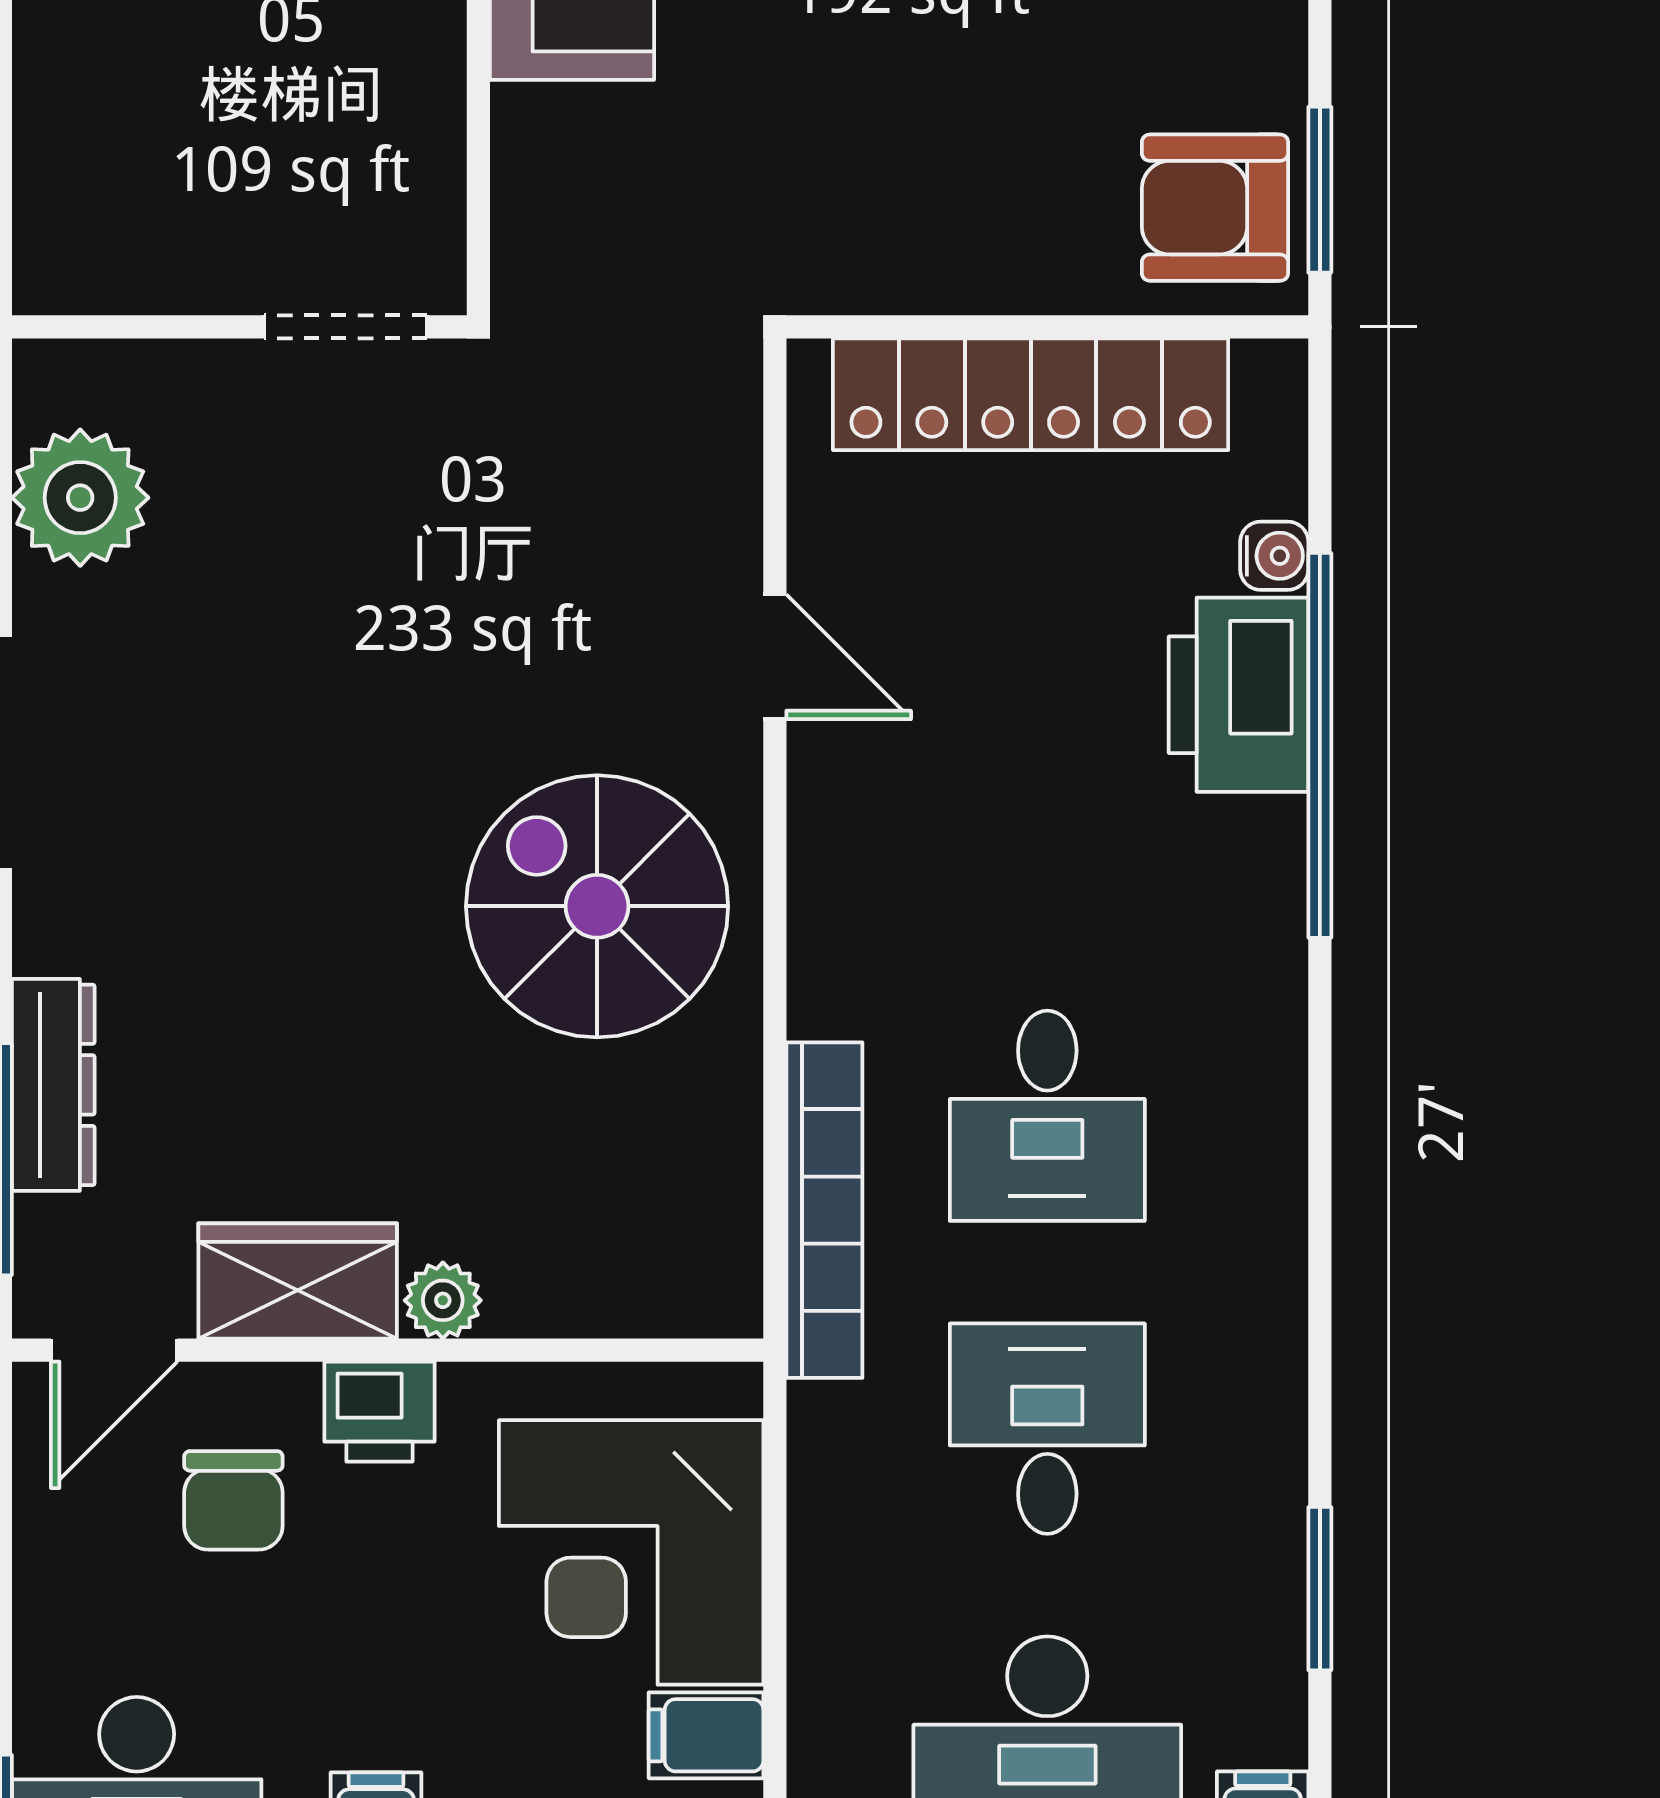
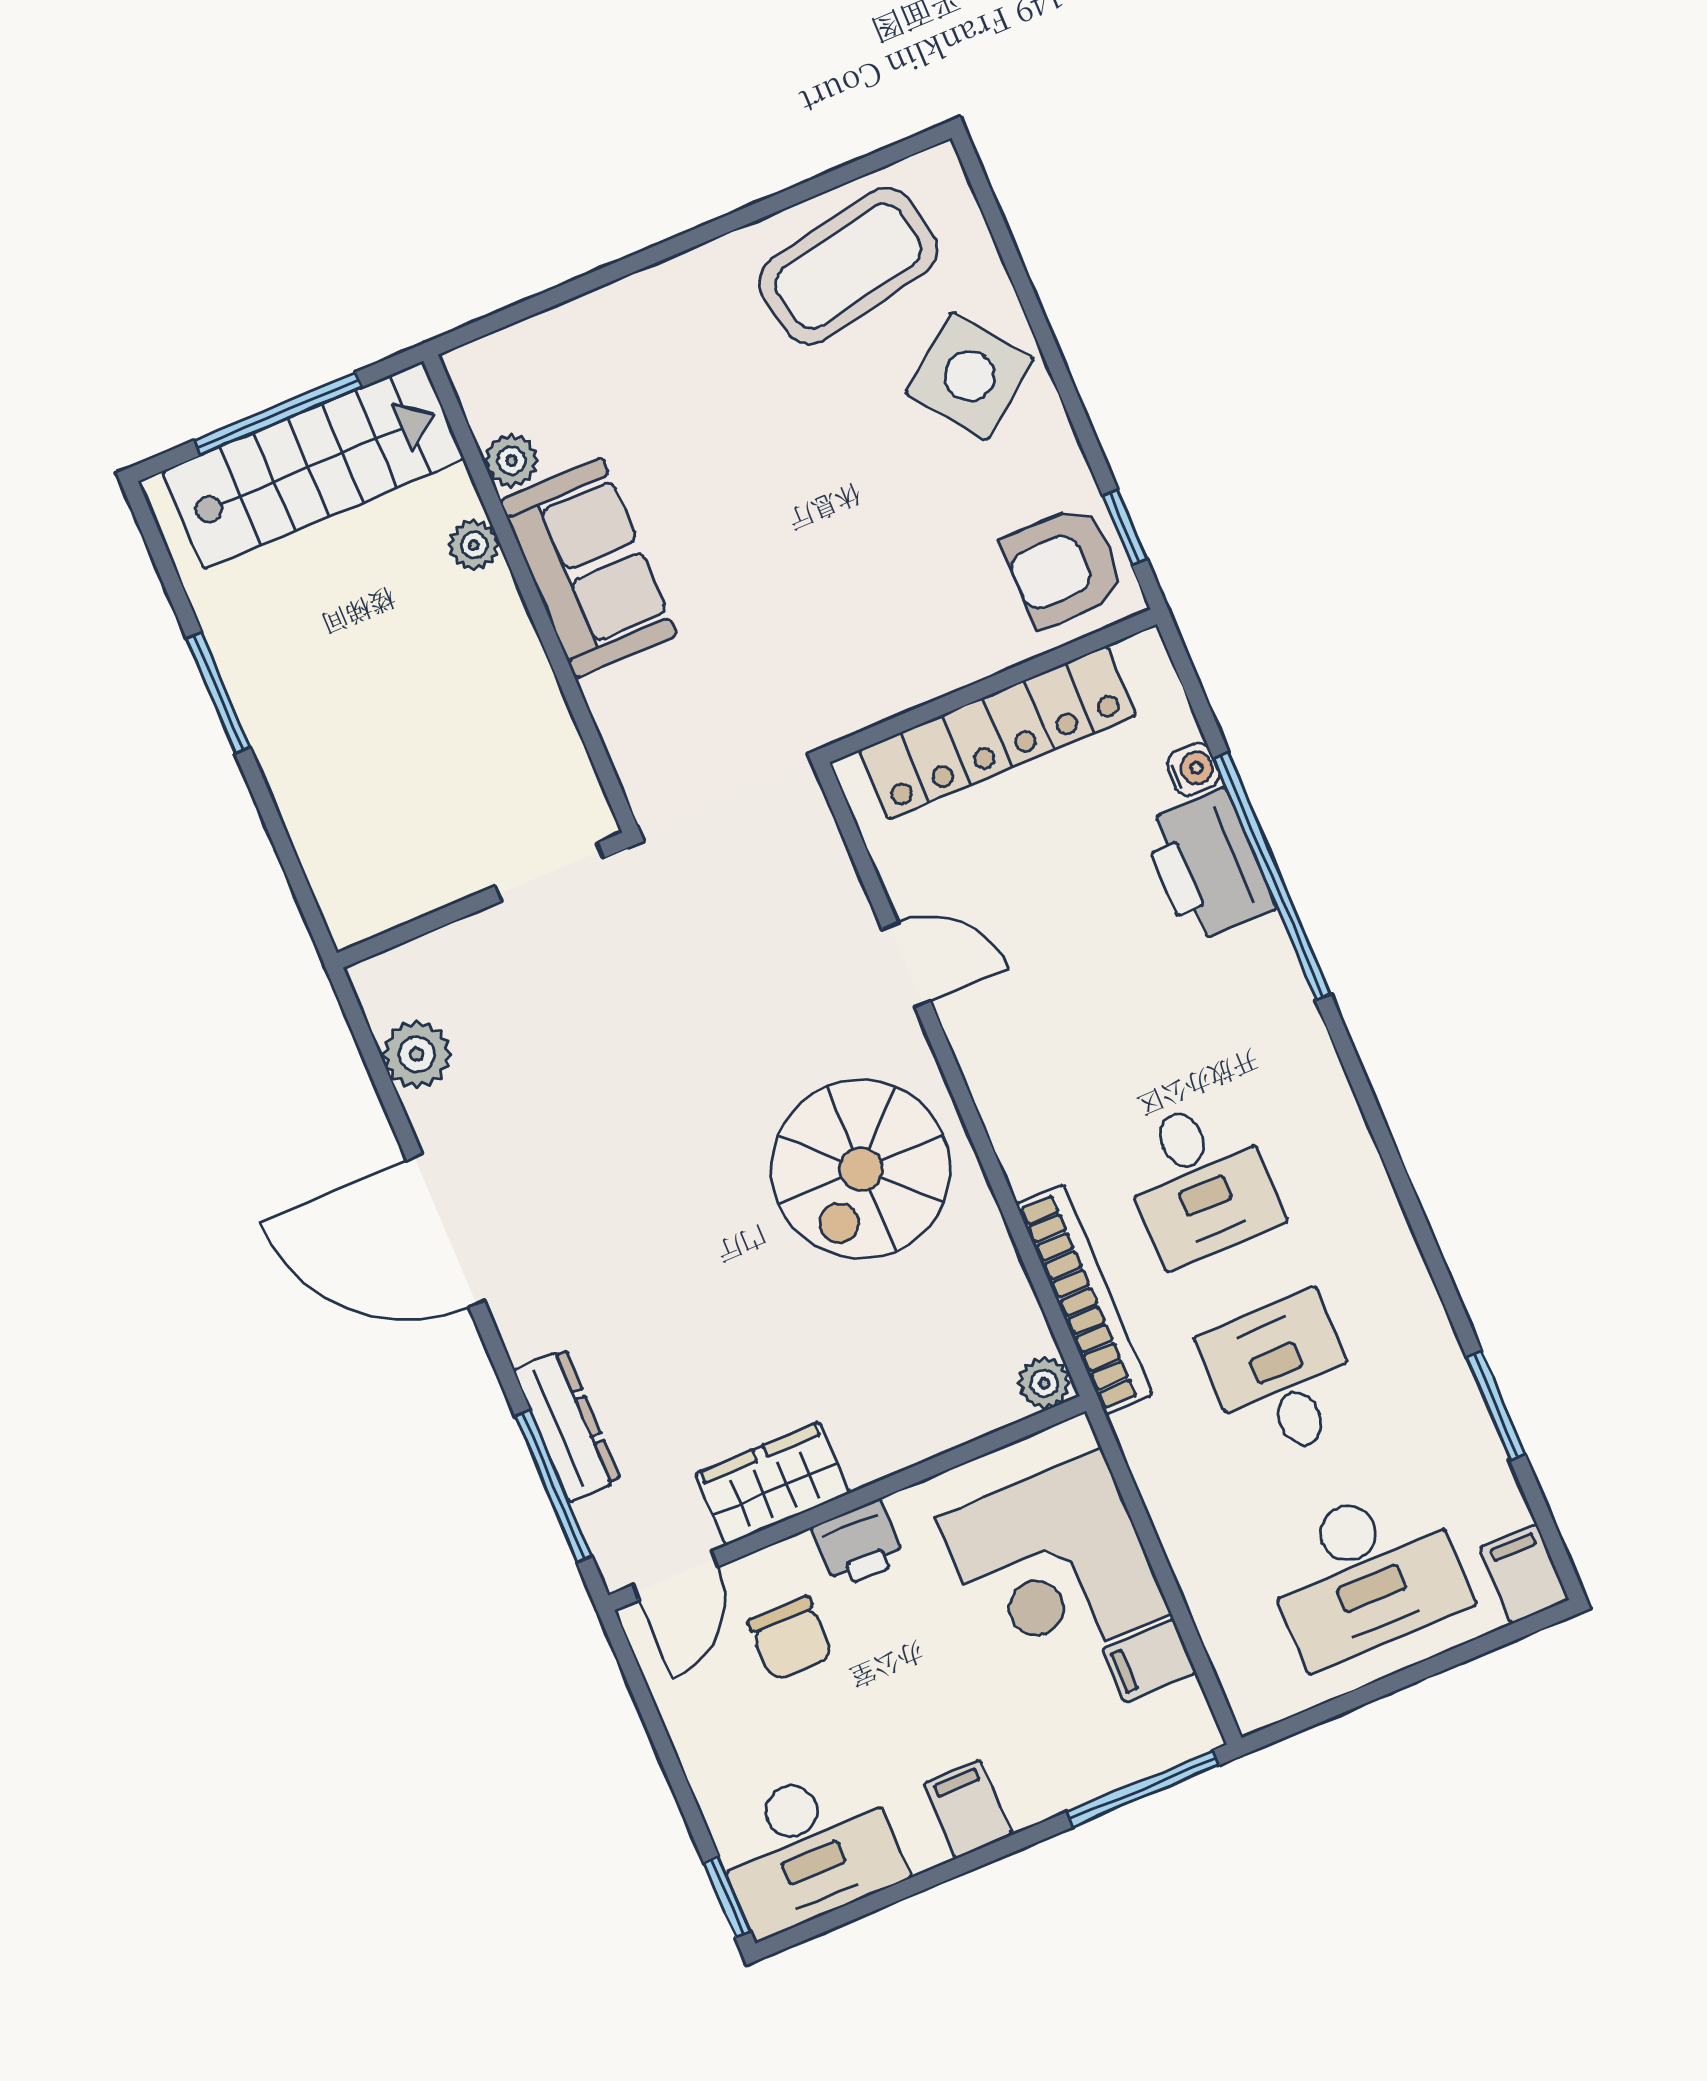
window: (1320, 190) -> (1125, 527), width x0.67
plant: (80, 498) -> (417, 1054), width x0.73, depth x0.73
spiral stairs: (597, 906) -> (861, 1169), turned -90
plant: (443, 1300) -> (1044, 1383), moved

